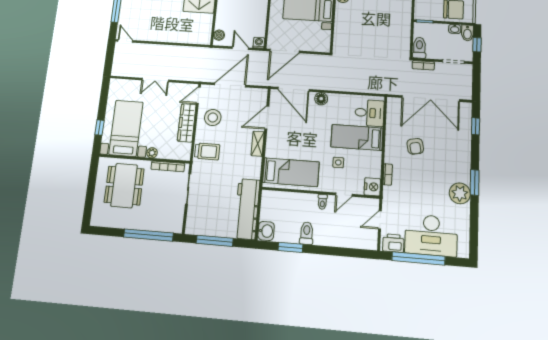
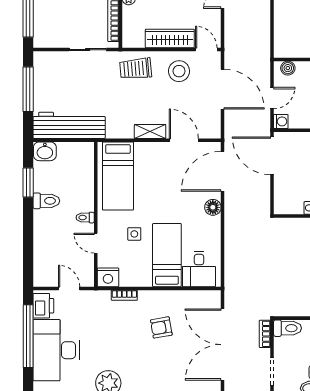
trolley: (207, 151) -> (136, 69), turned 85

